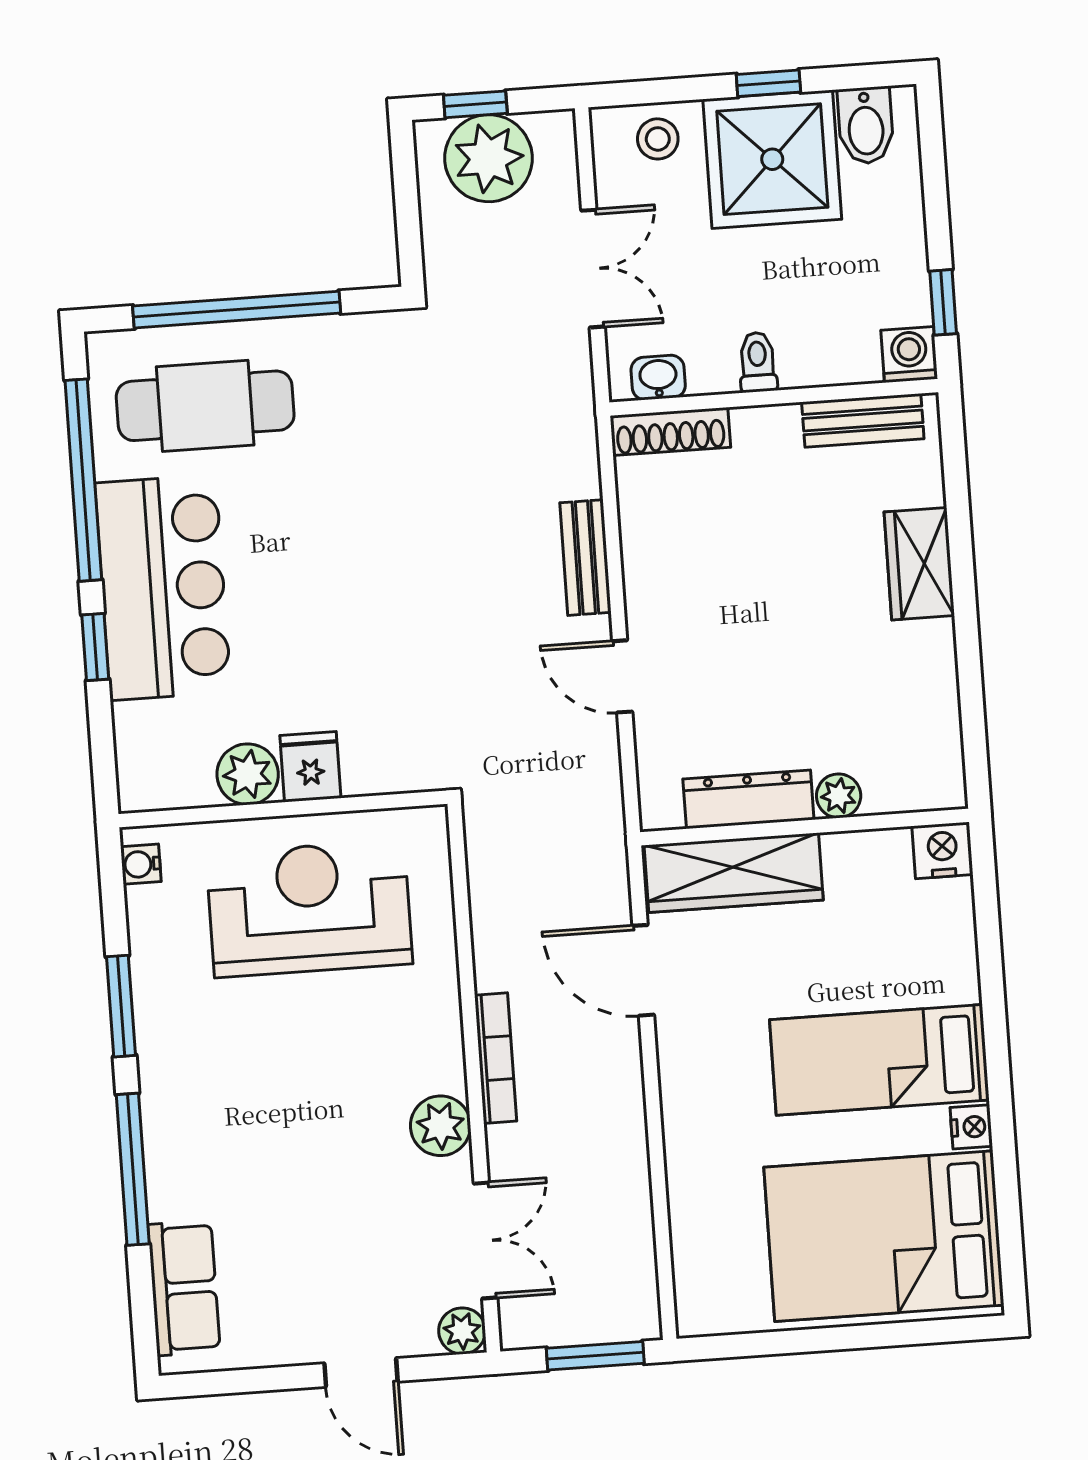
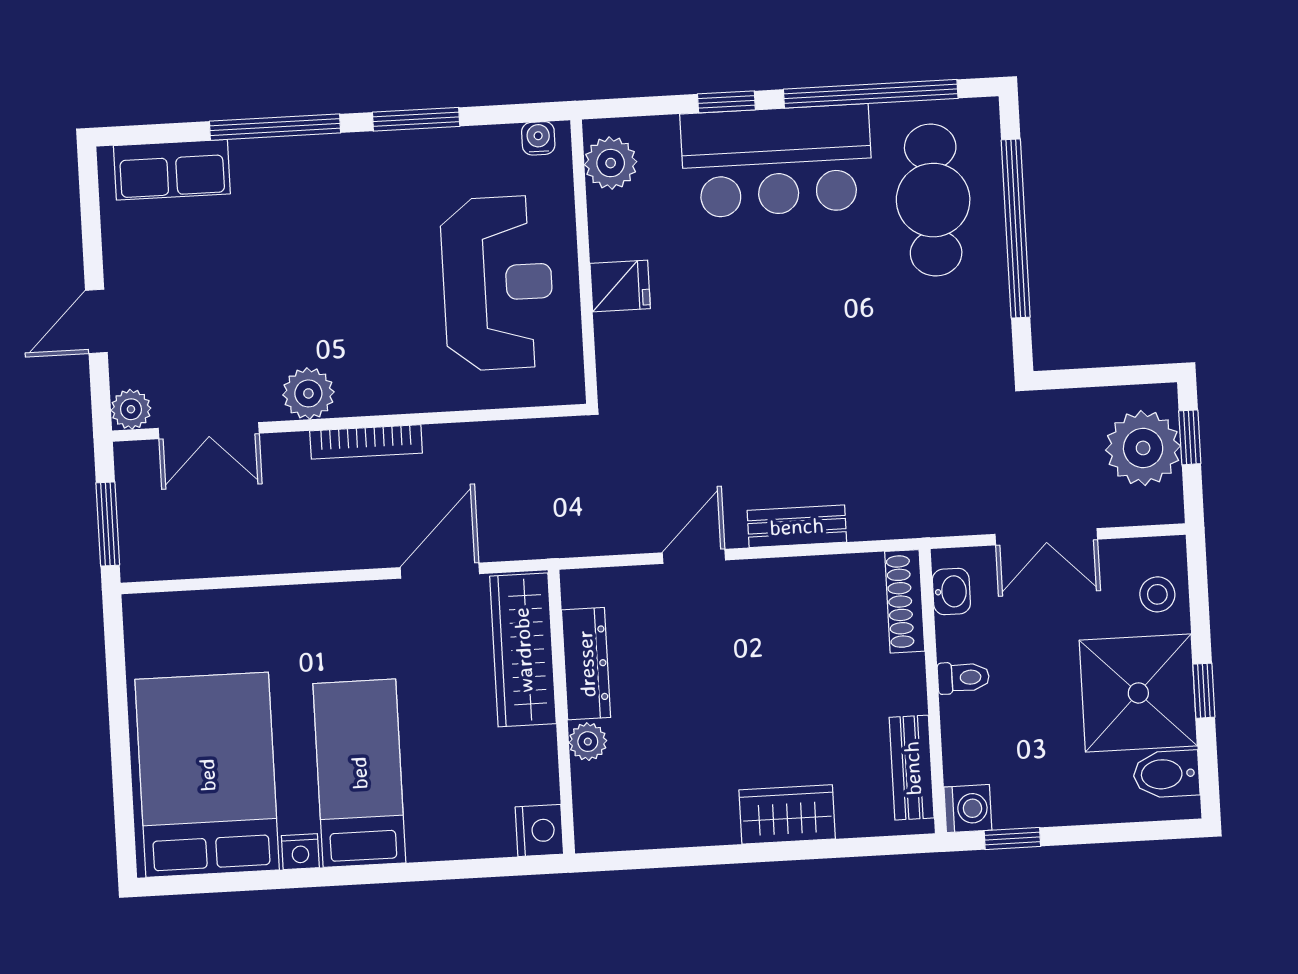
plant: (248, 774) -> (611, 163), moved

